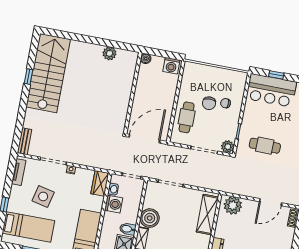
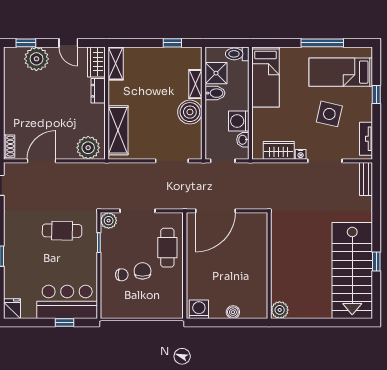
wall: (133, 93) -> (269, 266), moved
wardrobe: (100, 183) -> (279, 150), moved, turned -90

